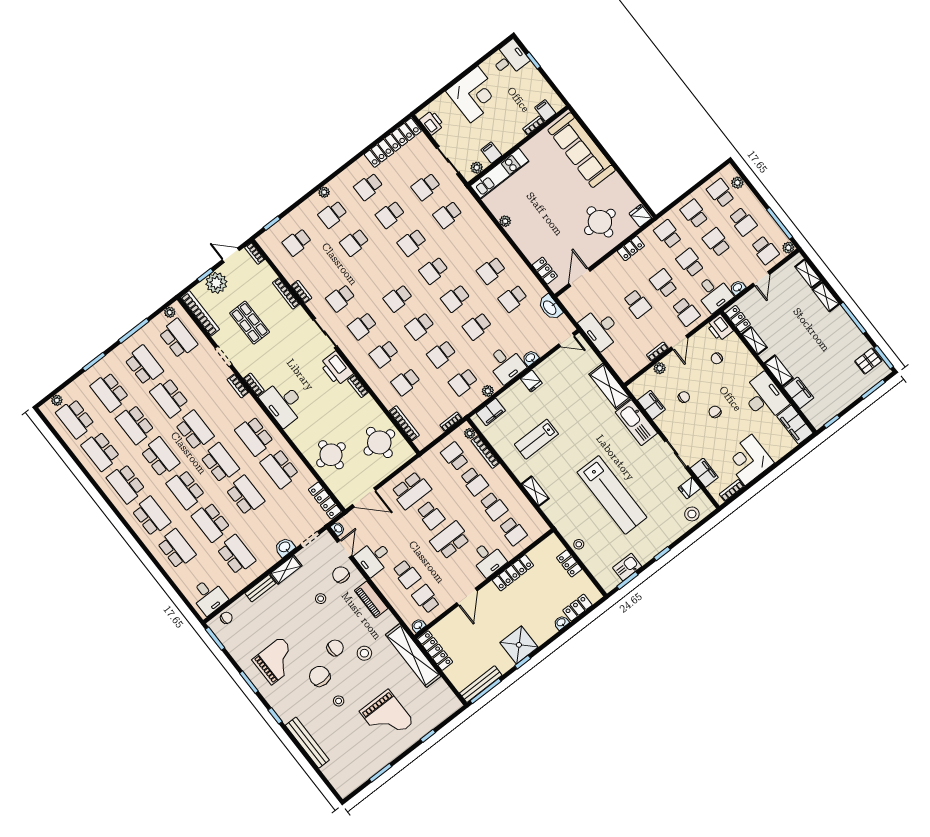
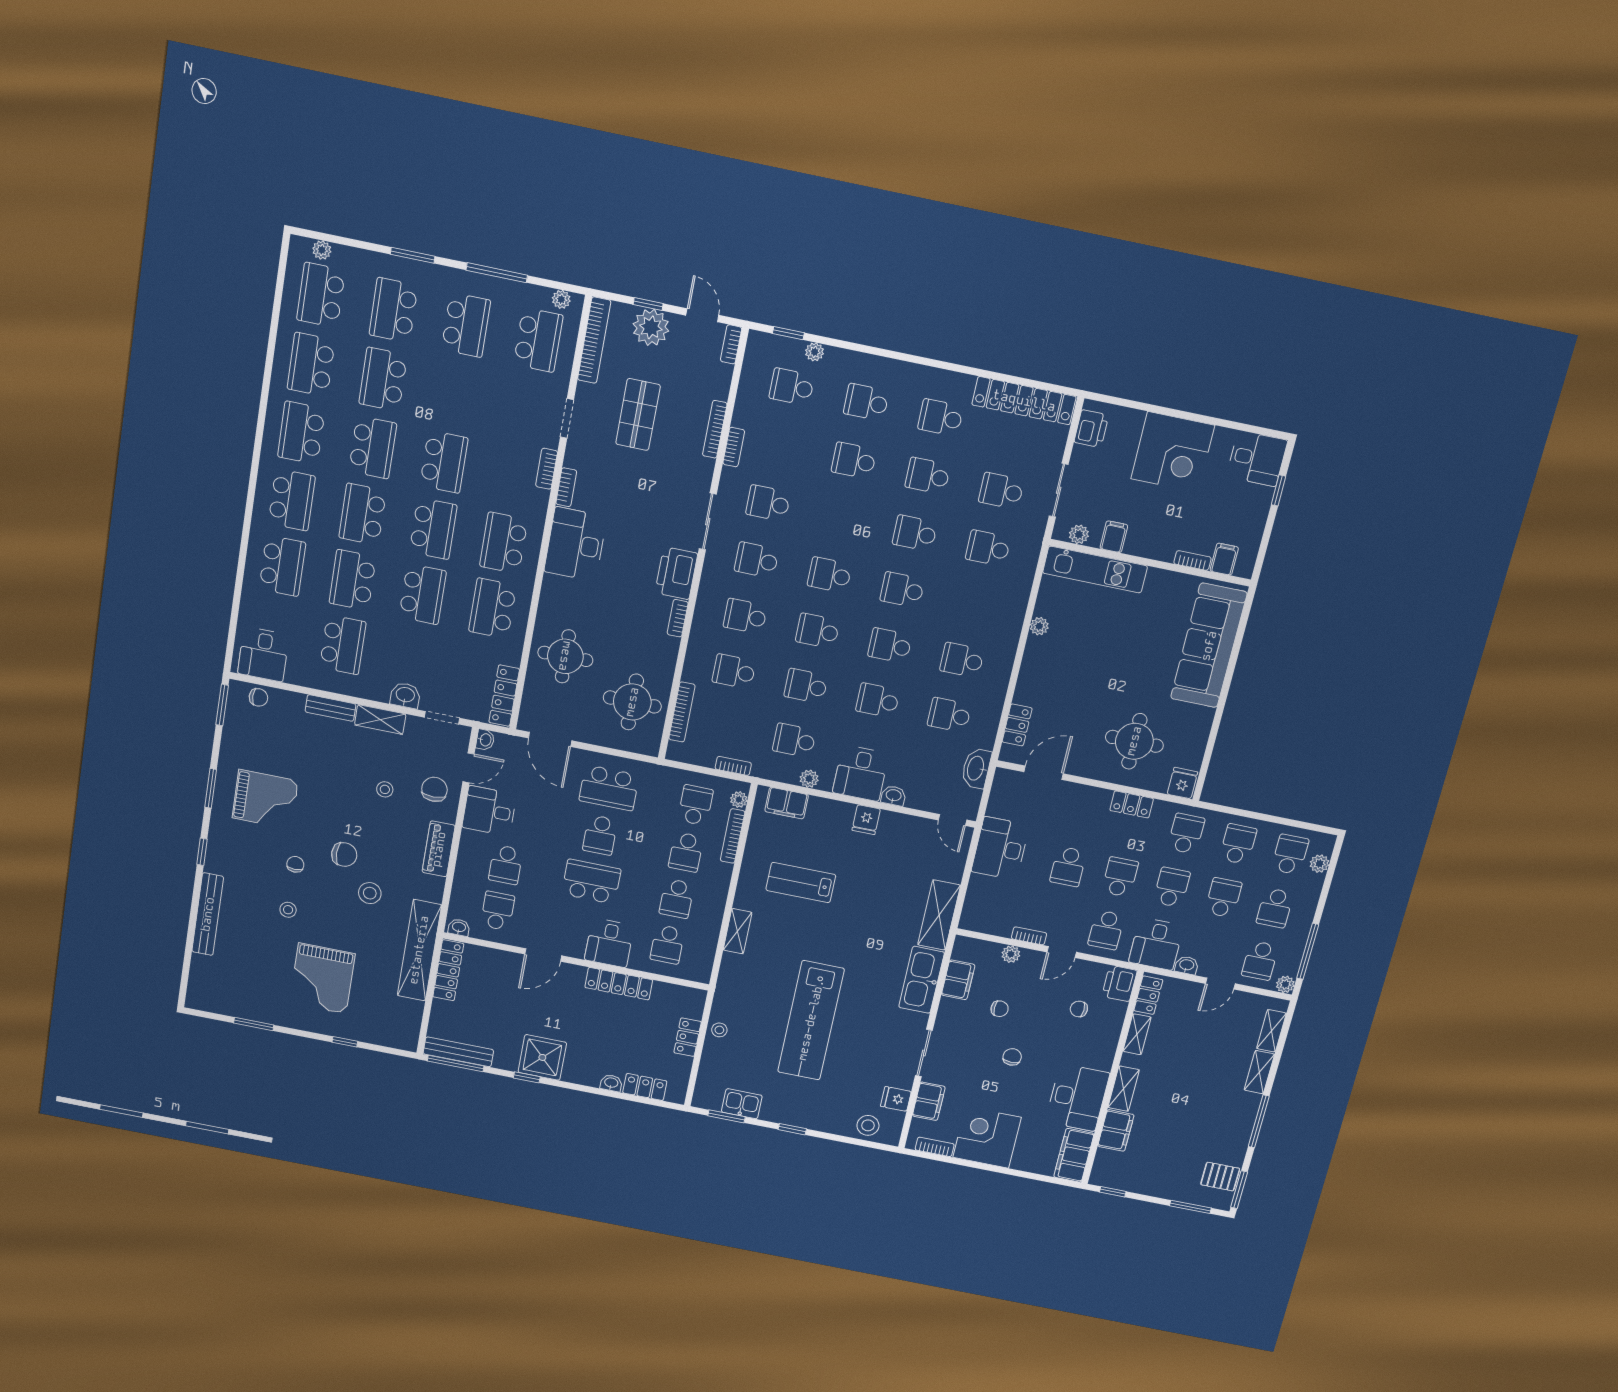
plant: (324, 192) -> (815, 352), moved
school desk: (169, 398) -> (455, 394), removed
chair: (320, 676) -> (295, 864), width x0.54, depth x0.54

